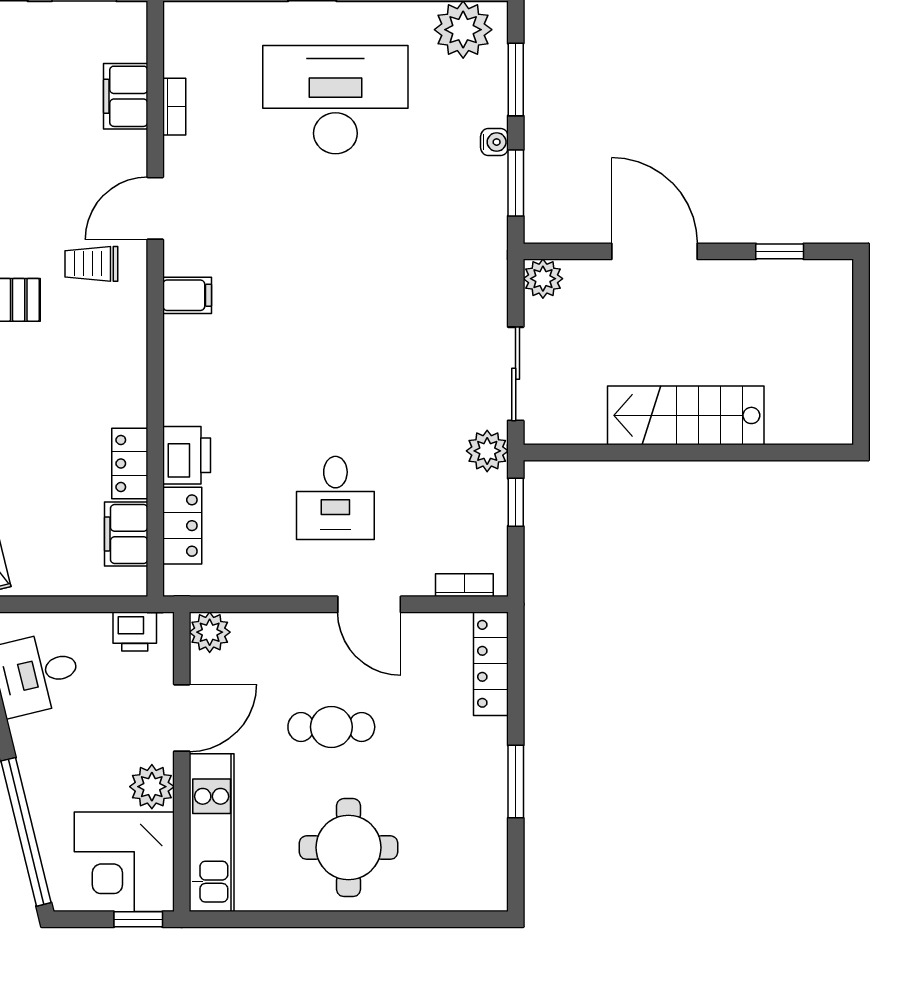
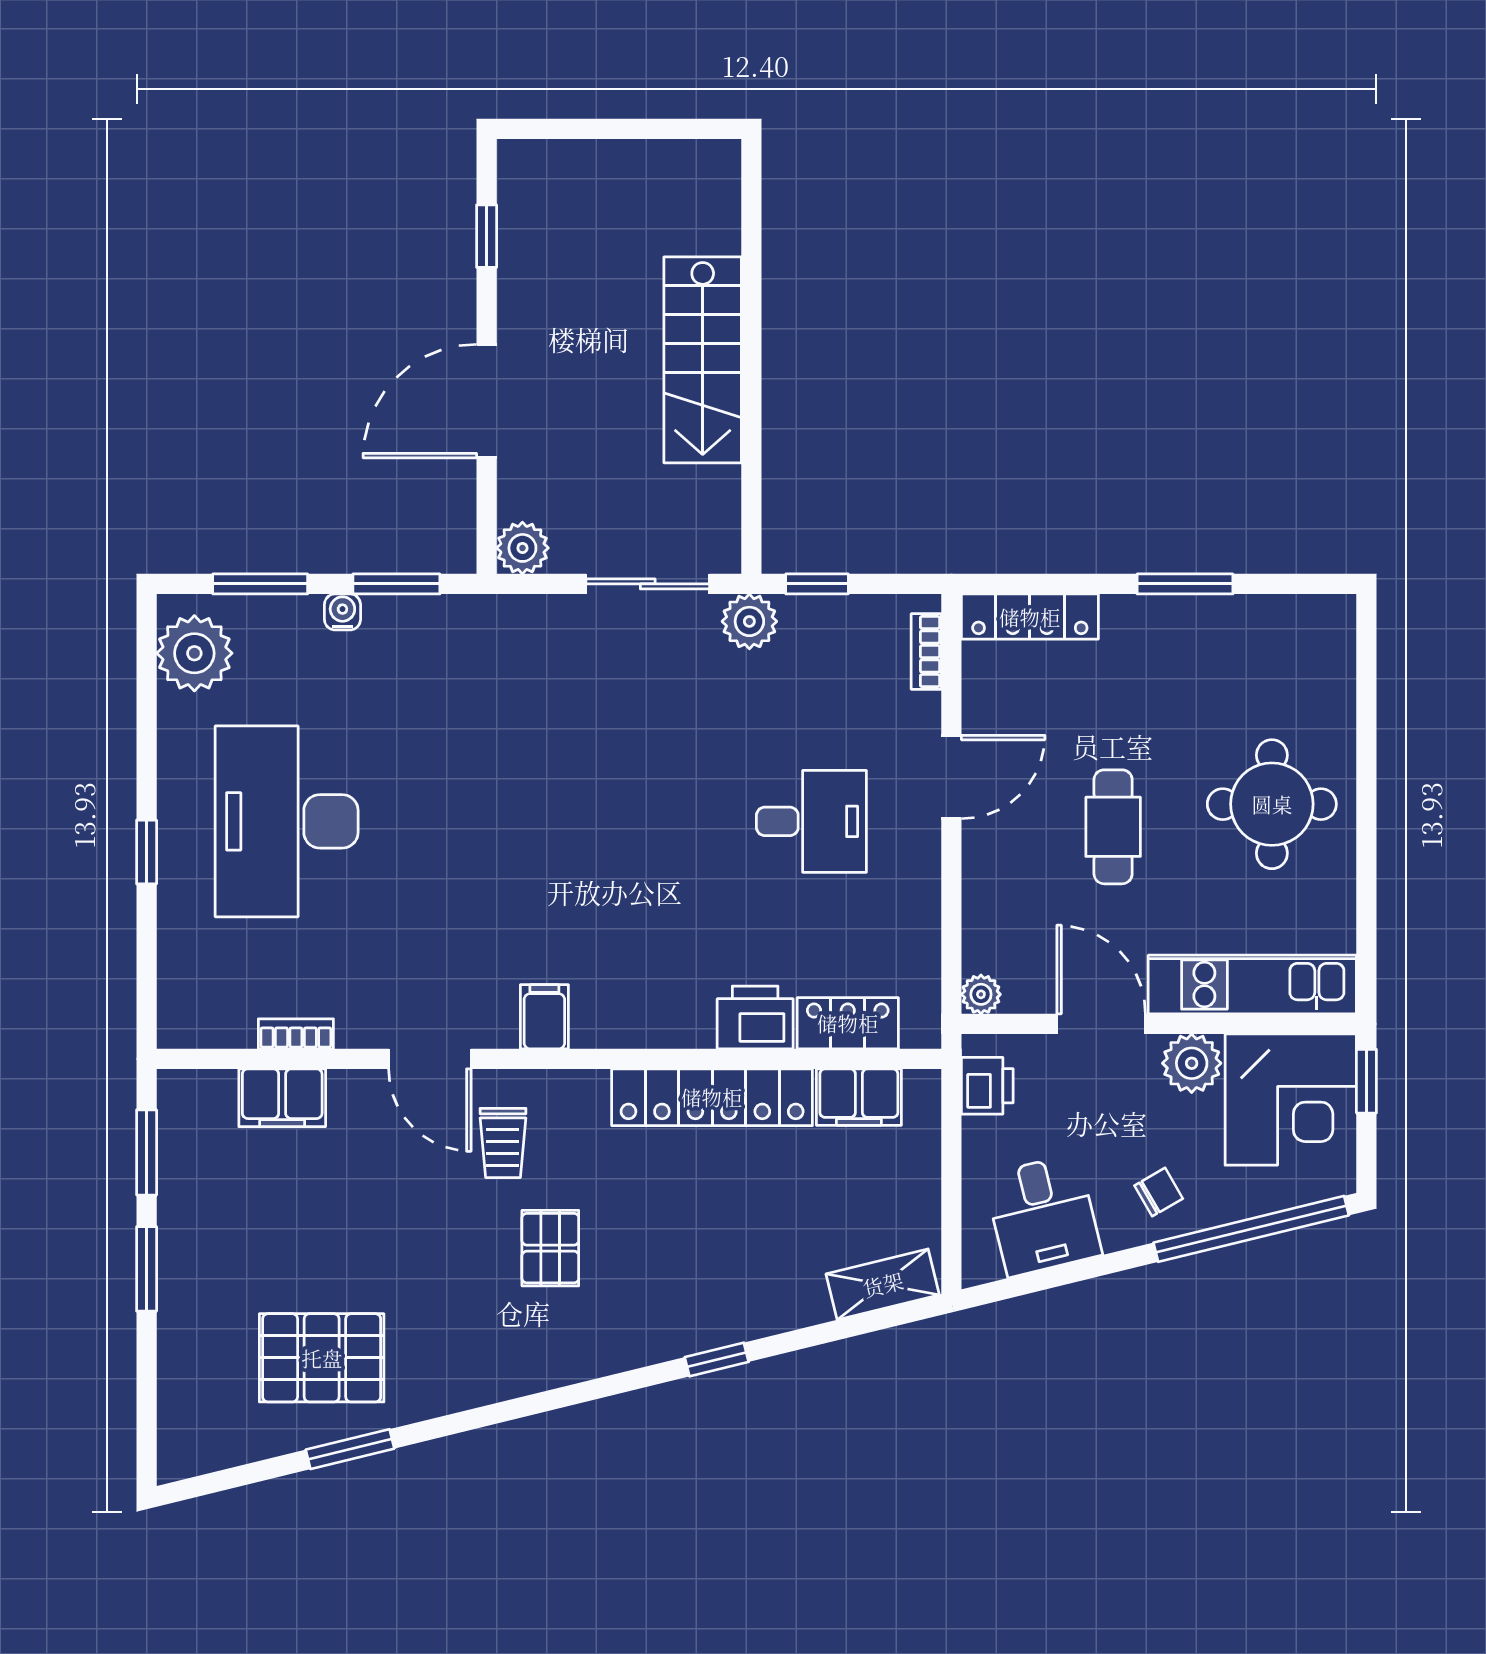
locker: (130, 463) -> (712, 1097), width x2.16, depth x1.21
plant: (210, 632) -> (981, 994), width x0.73, depth x0.73
chair: (54, 762) -> (1159, 1192), added

